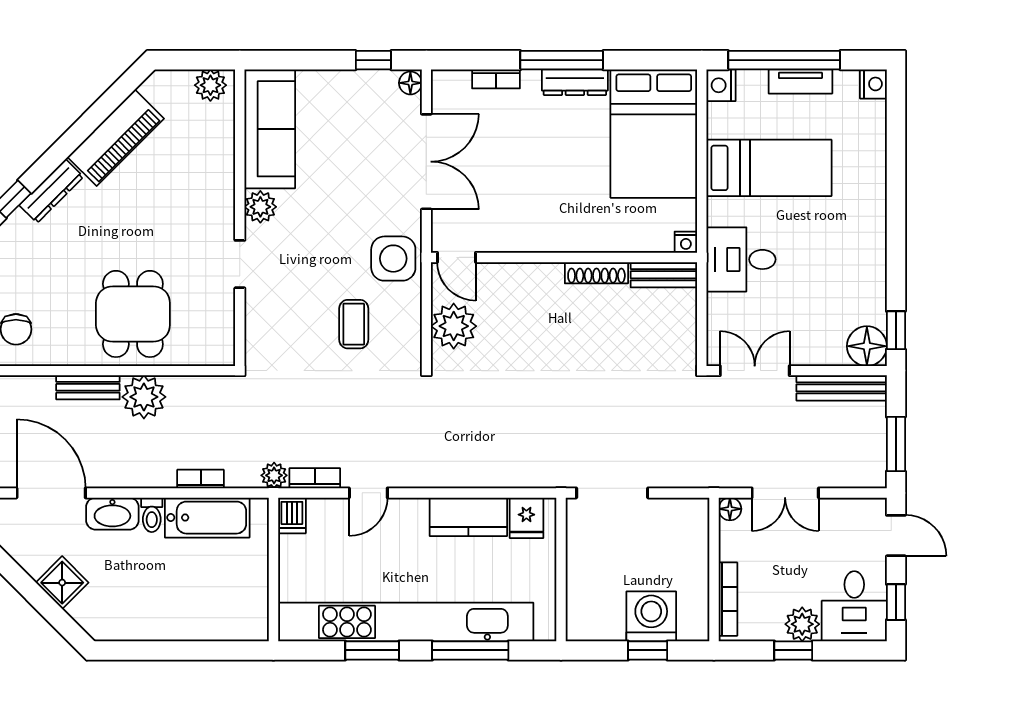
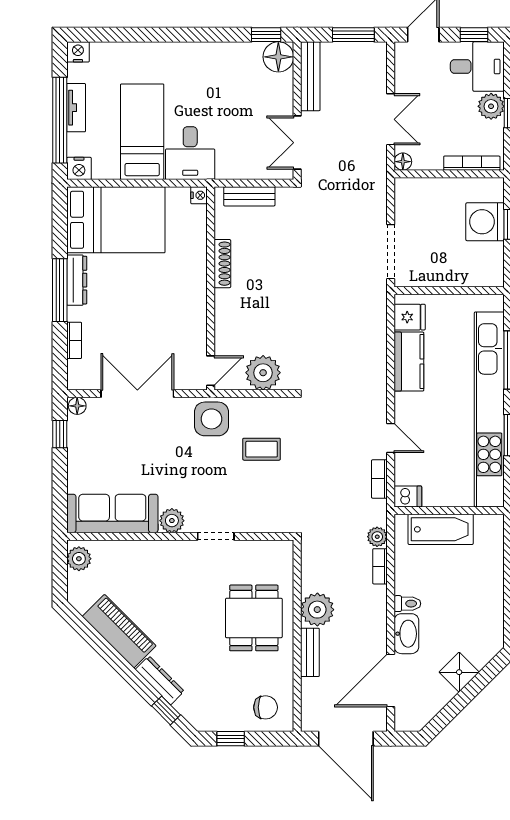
desk: (741, 259) -> (190, 153), moved
bench: (664, 275) -> (249, 196), moved, turned 90
dining table: (133, 314) -> (254, 618), turned 90
plant: (274, 475) -> (377, 537), moved
bathtub: (207, 518) -> (441, 529), moved, turned 90

